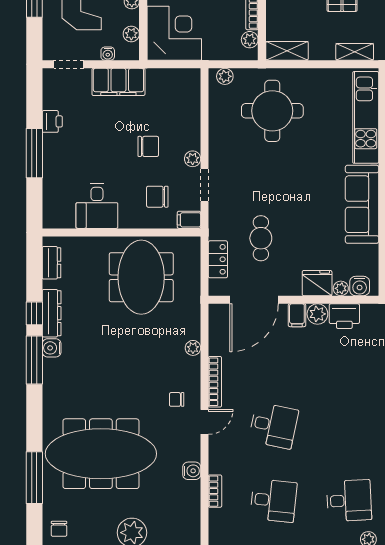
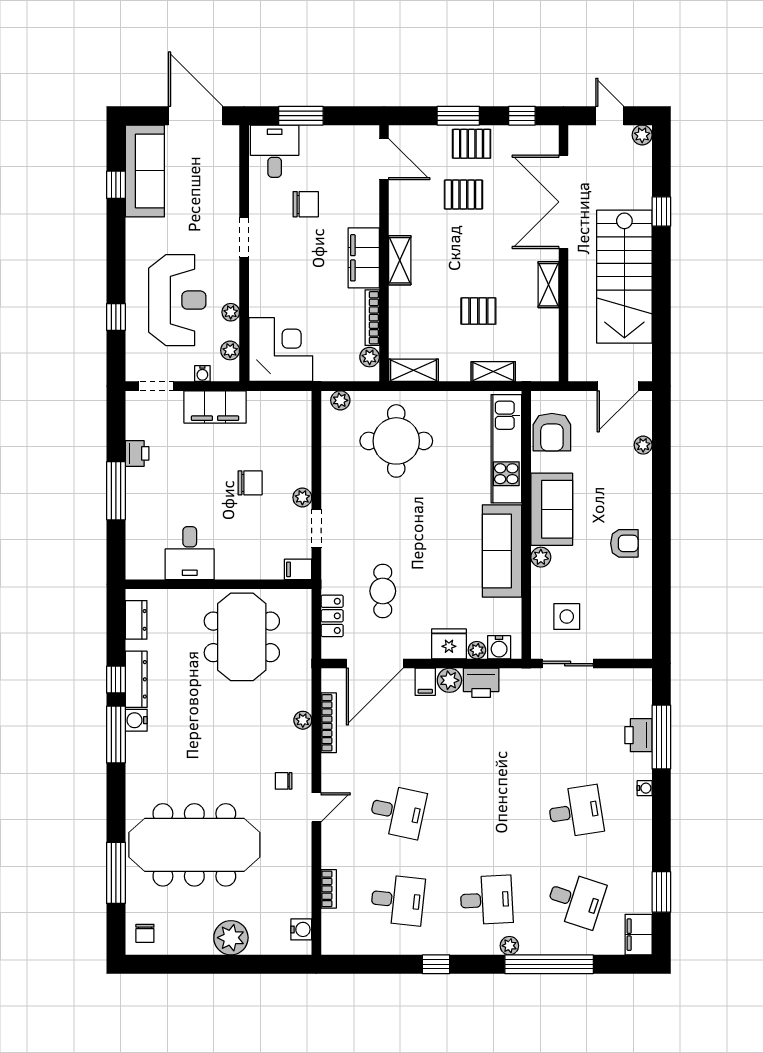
chair: (157, 197) -> (261, 542), removed
bookcase: (215, 382) -> (329, 723), moved
water cooler: (192, 471) -> (301, 929), moved

